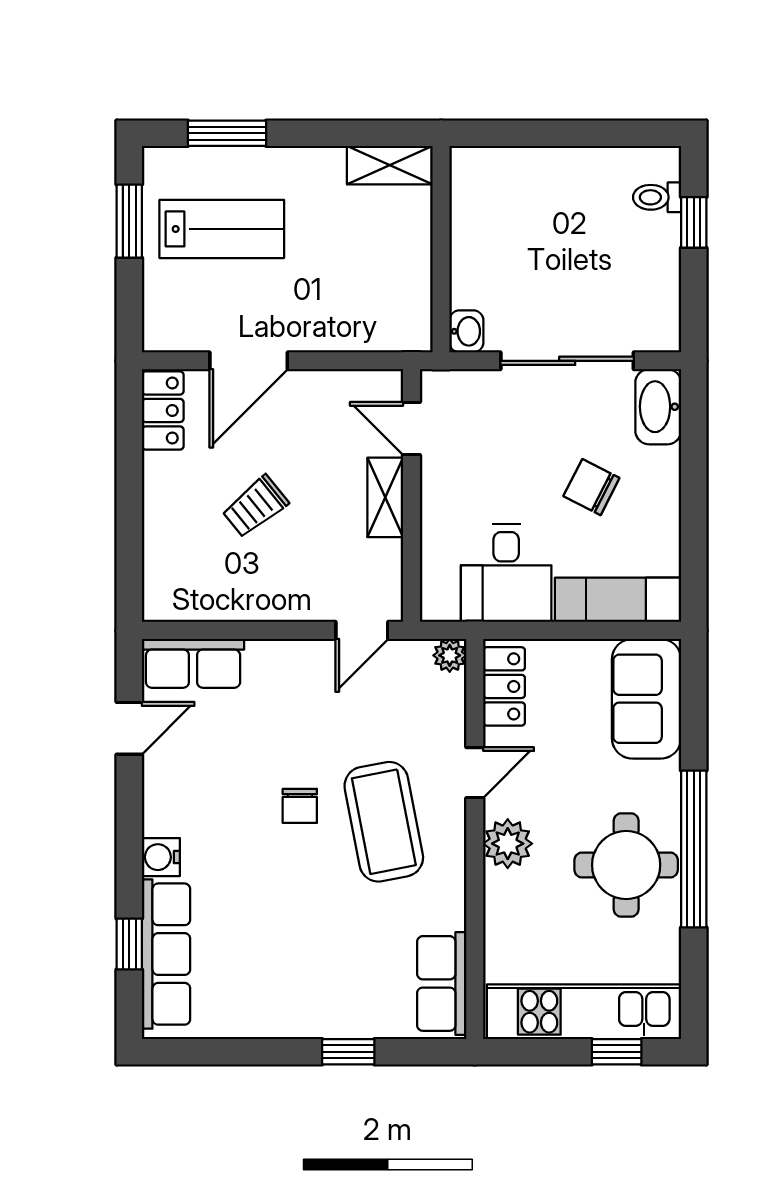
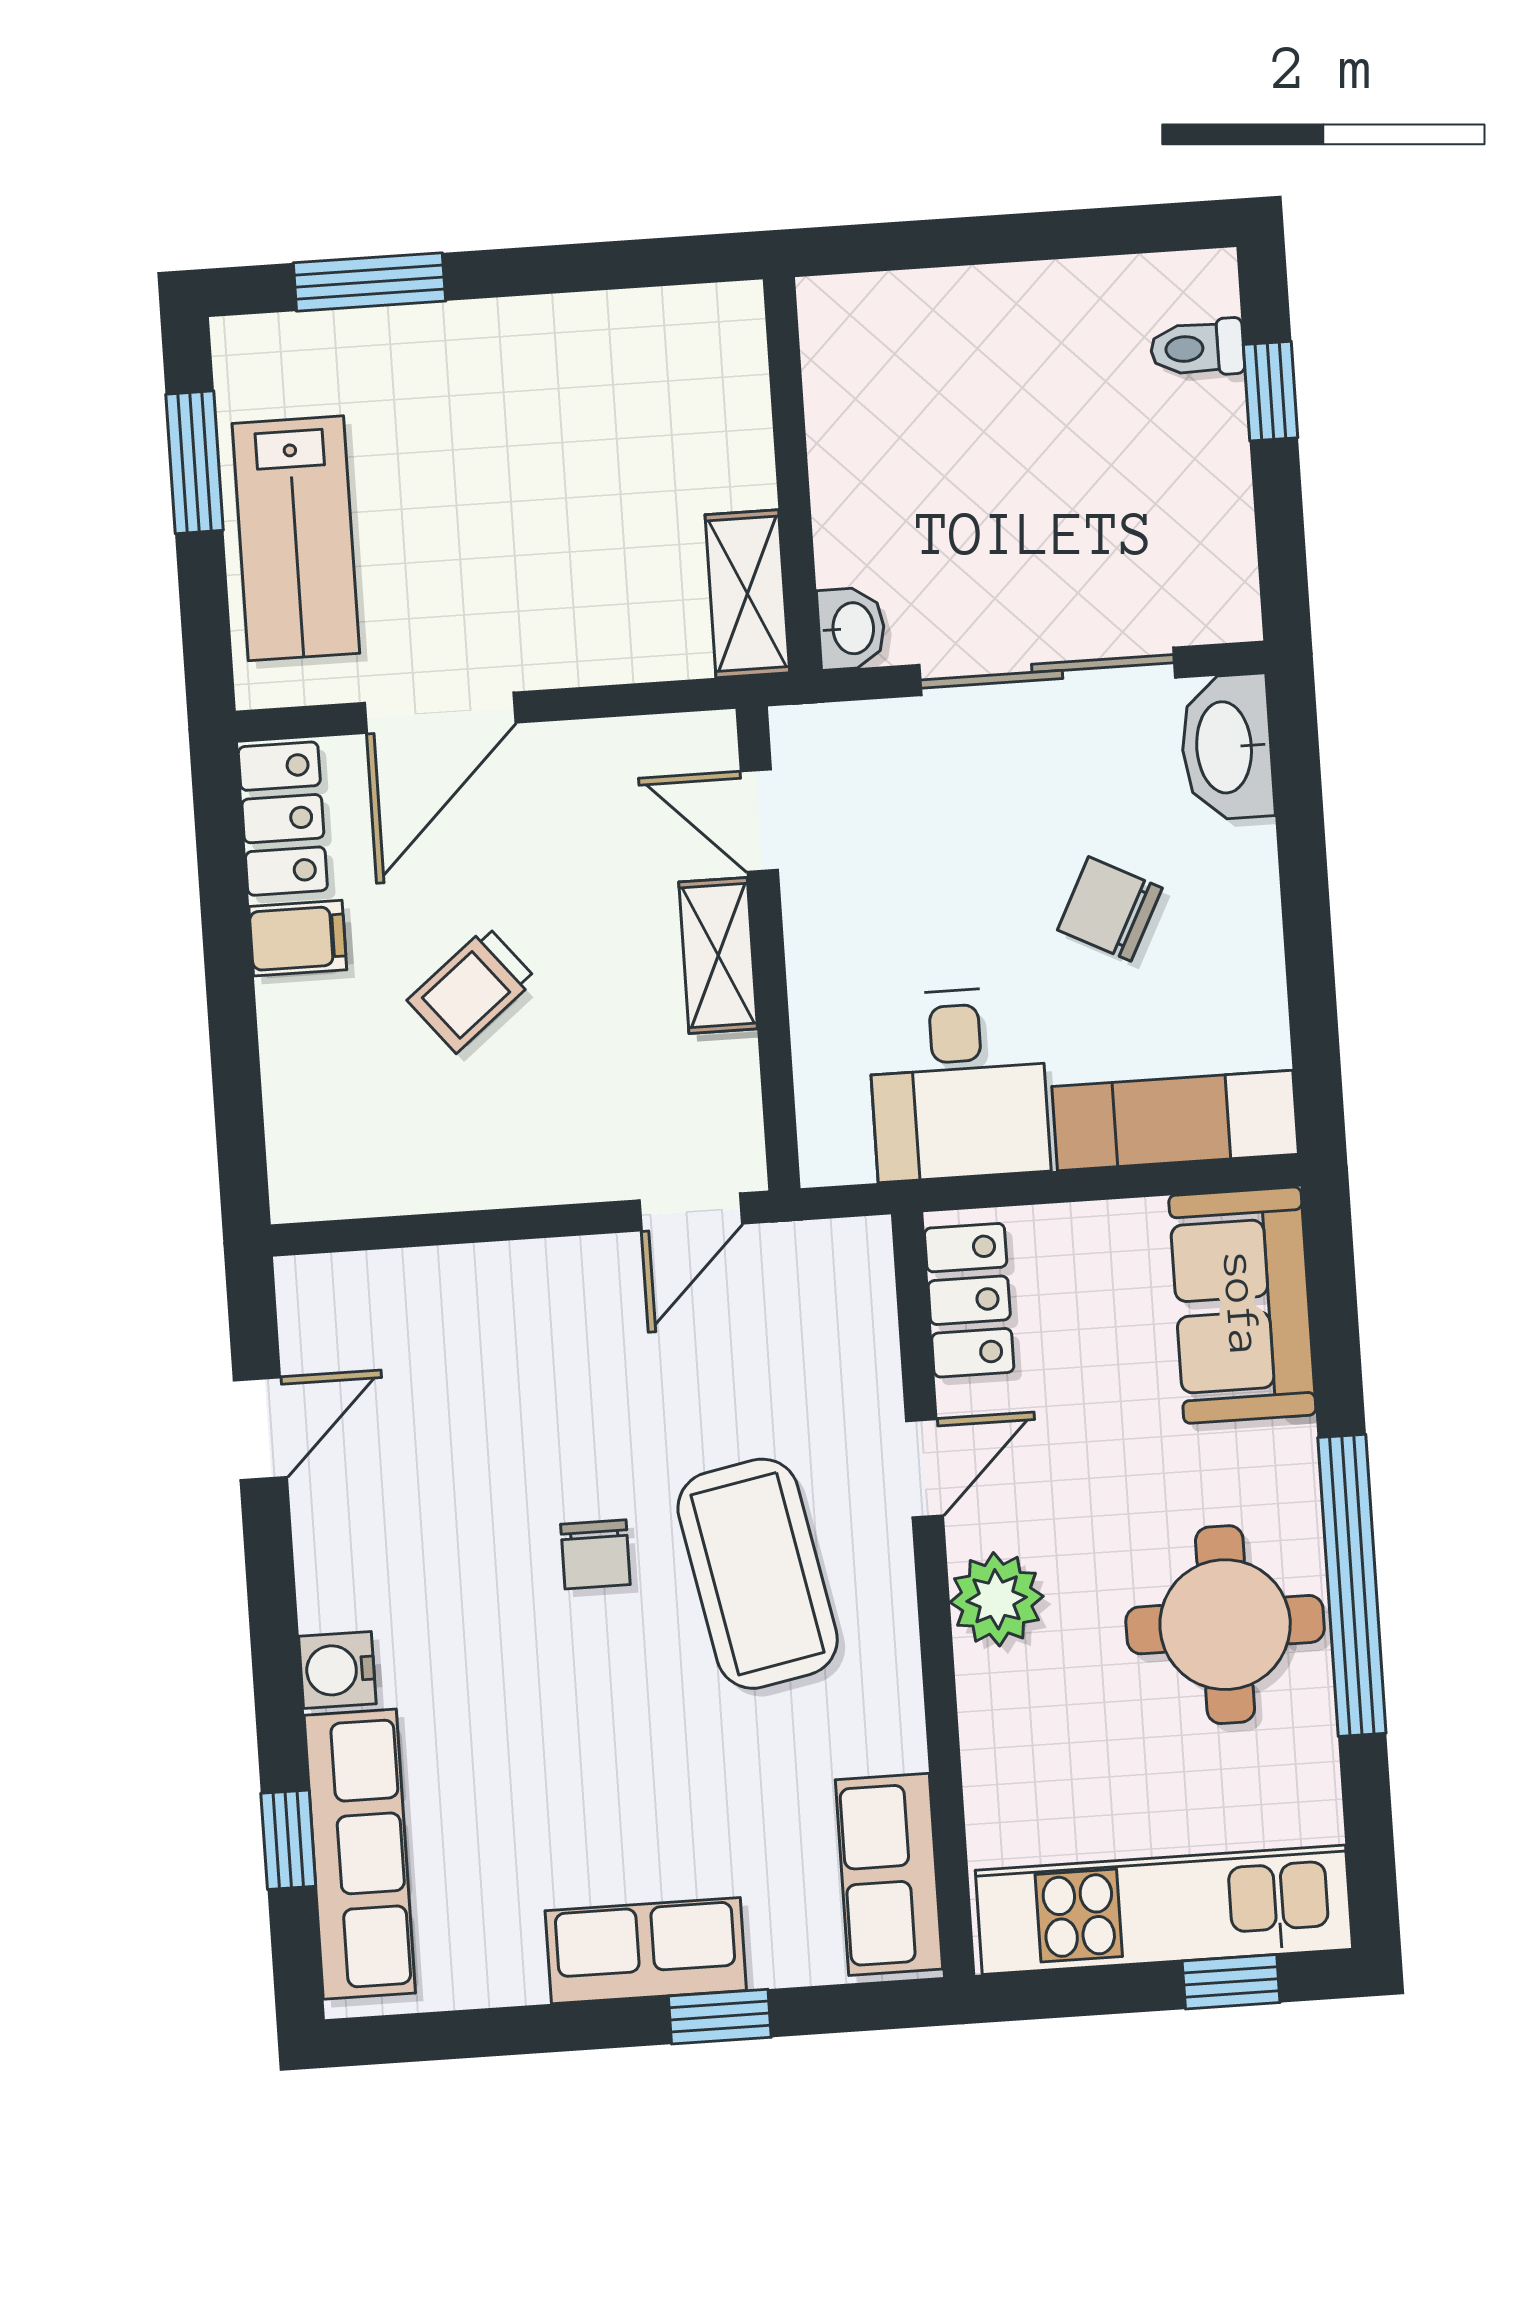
shelving: (390, 165) -> (747, 594), moved, turned 90
lab bench: (222, 229) -> (296, 538), moved, turned 90
filing cabinet: (166, 473) -> (298, 938), added
plant: (450, 655) -> (862, 1248), removed
row of seats: (193, 663) -> (646, 1951), moved, turned 180

